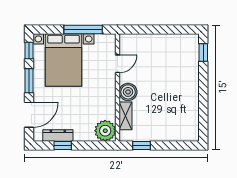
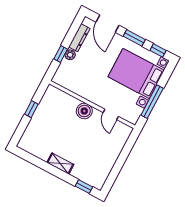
shelving: (125, 116) -> (60, 163), moved
plant: (105, 131) -> (70, 55), moved, width x0.53, depth x0.53
window: (63, 145) -> (61, 54), moved
window: (142, 145) -> (31, 109), moved

